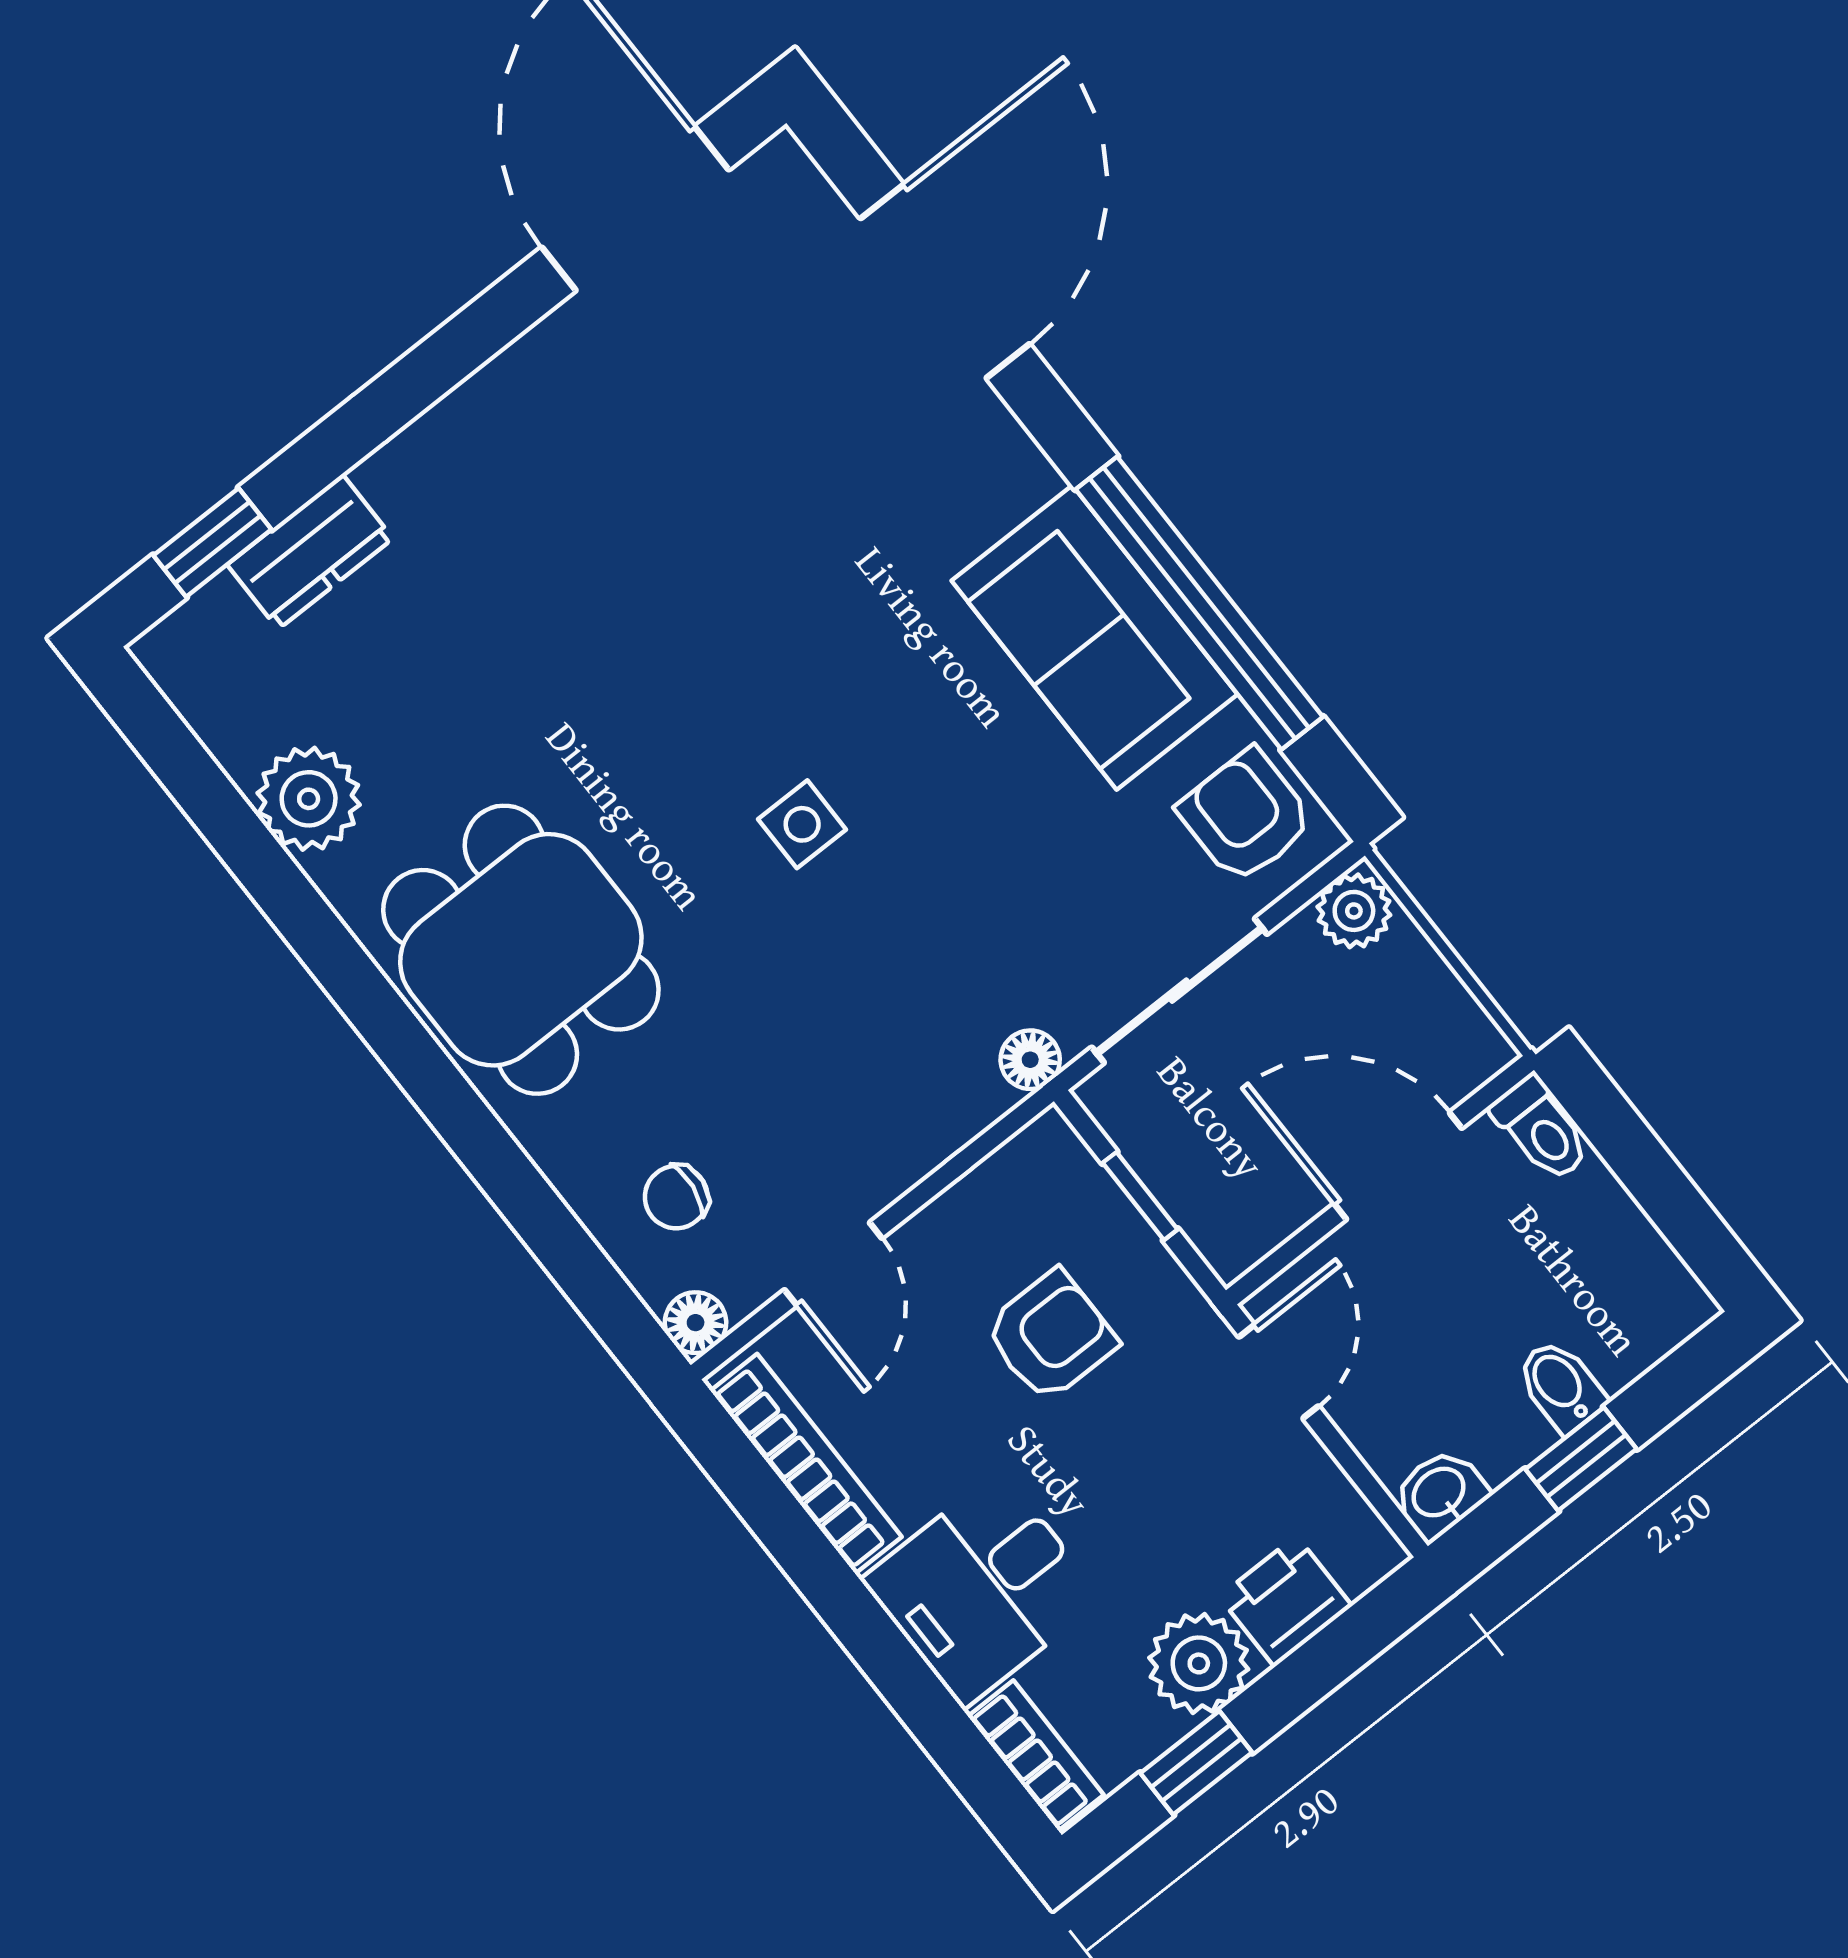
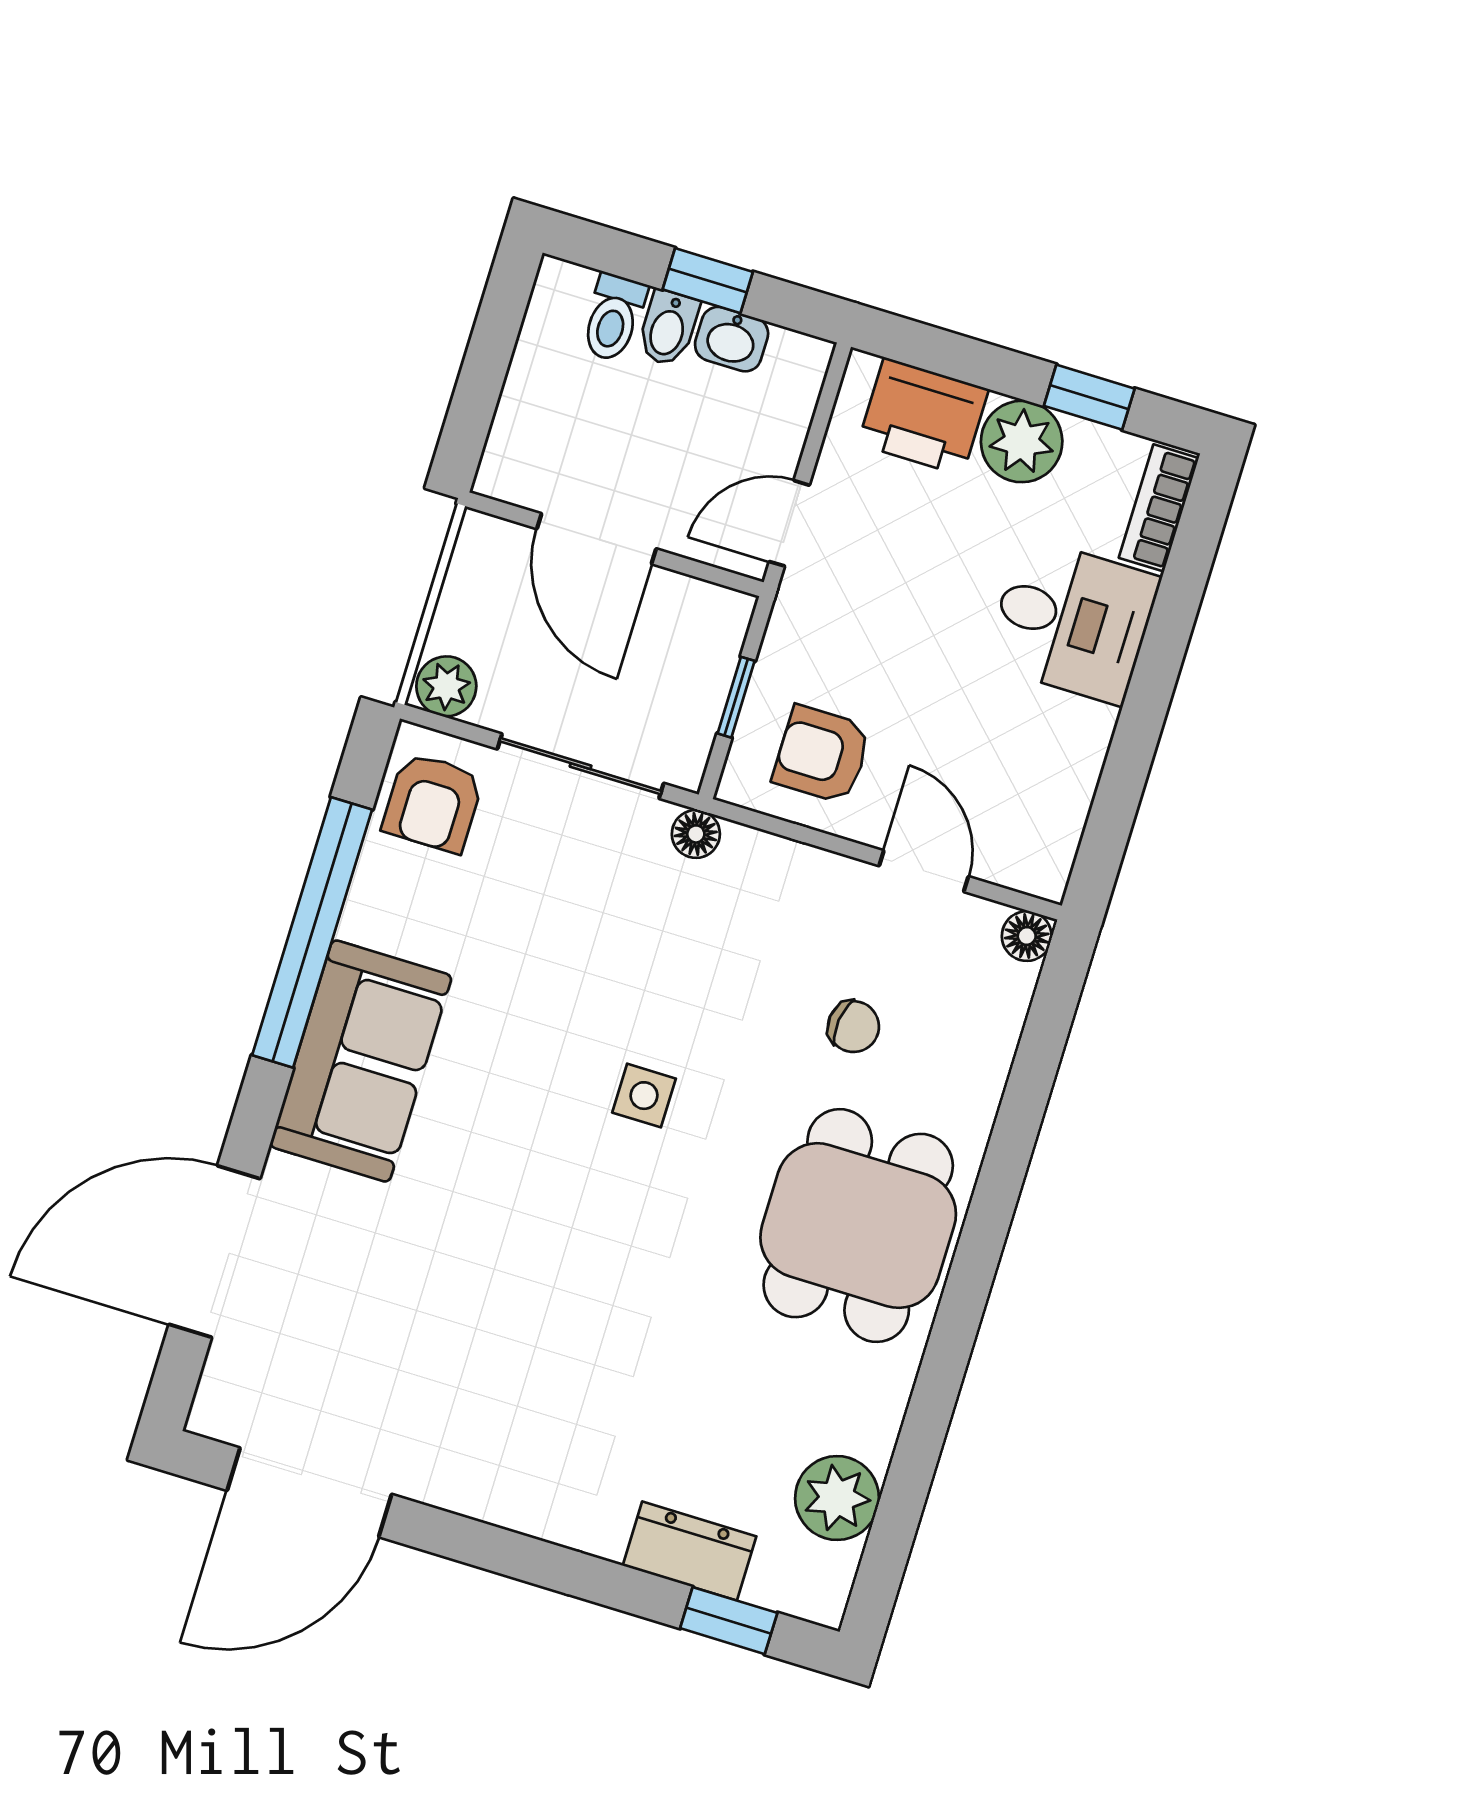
sofa: (1095, 637) -> (361, 1061), moved
plant: (309, 799) -> (837, 1498), moved
toilet: (1541, 1129) -> (614, 318), moved, turned 180
chair: (676, 1197) -> (853, 1027), moved
door: (833, 1264) -> (924, 871), hinge flipped
armchair: (1051, 1336) -> (822, 755), moved
bookcase: (806, 1464) -> (1070, 797), removed
washbasin: (1440, 1494) -> (732, 339), moved
printer: (1286, 1601) -> (923, 416), width x1.36, depth x1.24

